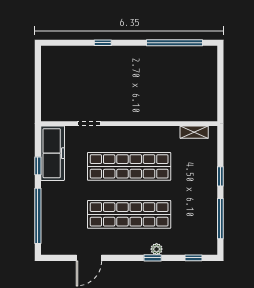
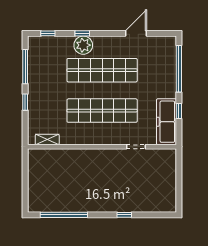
plant: (157, 249) -> (83, 45), width x1.87, depth x1.87

